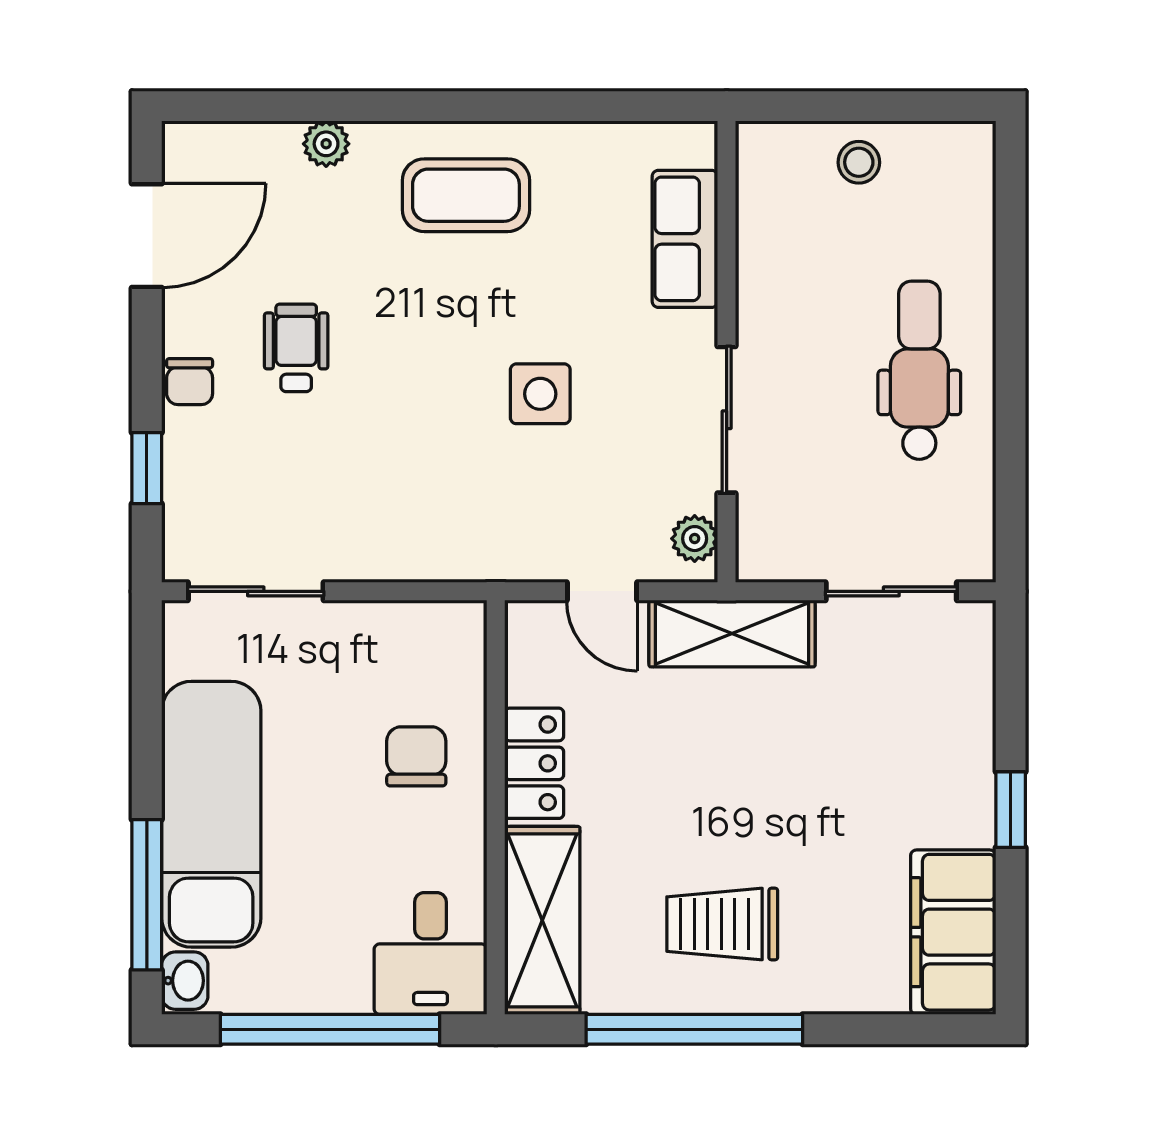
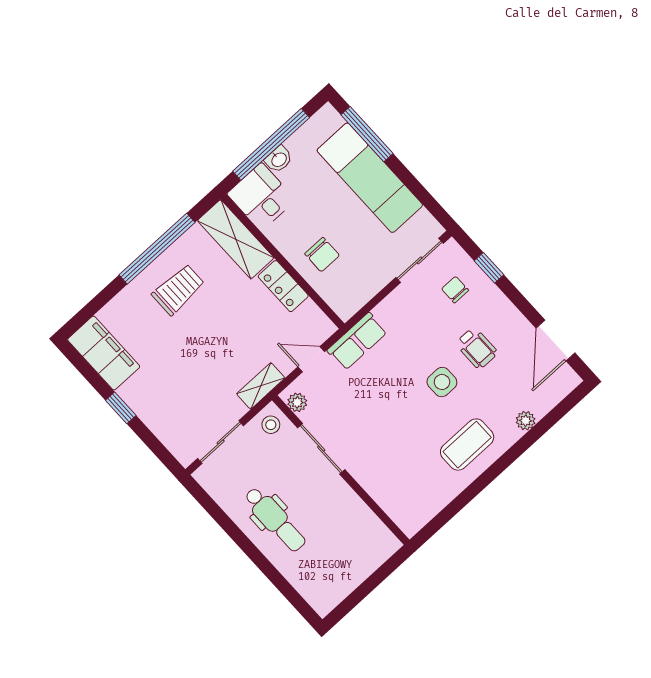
stool: (859, 162) -> (271, 425), moved
row of seats: (685, 239) -> (357, 341), moved, turned 90
chair: (190, 382) -> (455, 290), moved
side table: (540, 394) -> (442, 382), moved
shelving: (732, 634) -> (261, 386), width x0.67, depth x0.75
washbasin: (185, 981) -> (279, 159), moved, turned -90

